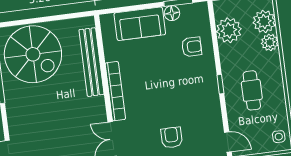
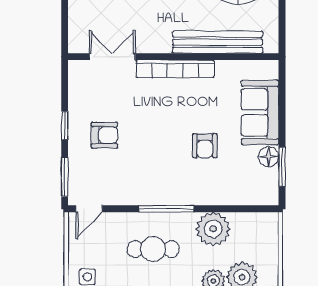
plant: (229, 30) -> (213, 229), moved
armchair: (192, 47) -> (205, 146), moved
window: (220, 84) -> (166, 209), width x2.17

